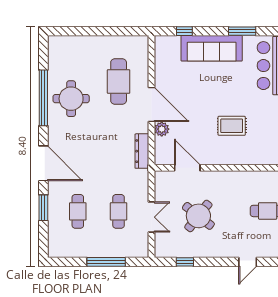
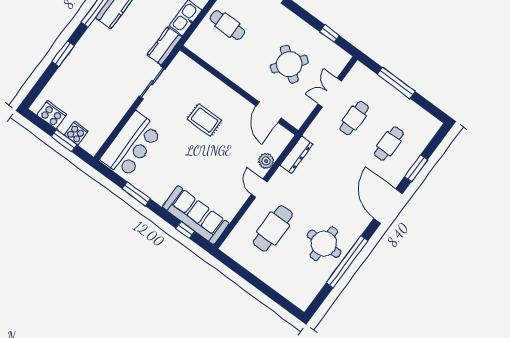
sofa: (212, 48) -> (196, 215), moved
door: (152, 104) -> (259, 188), width x0.53

